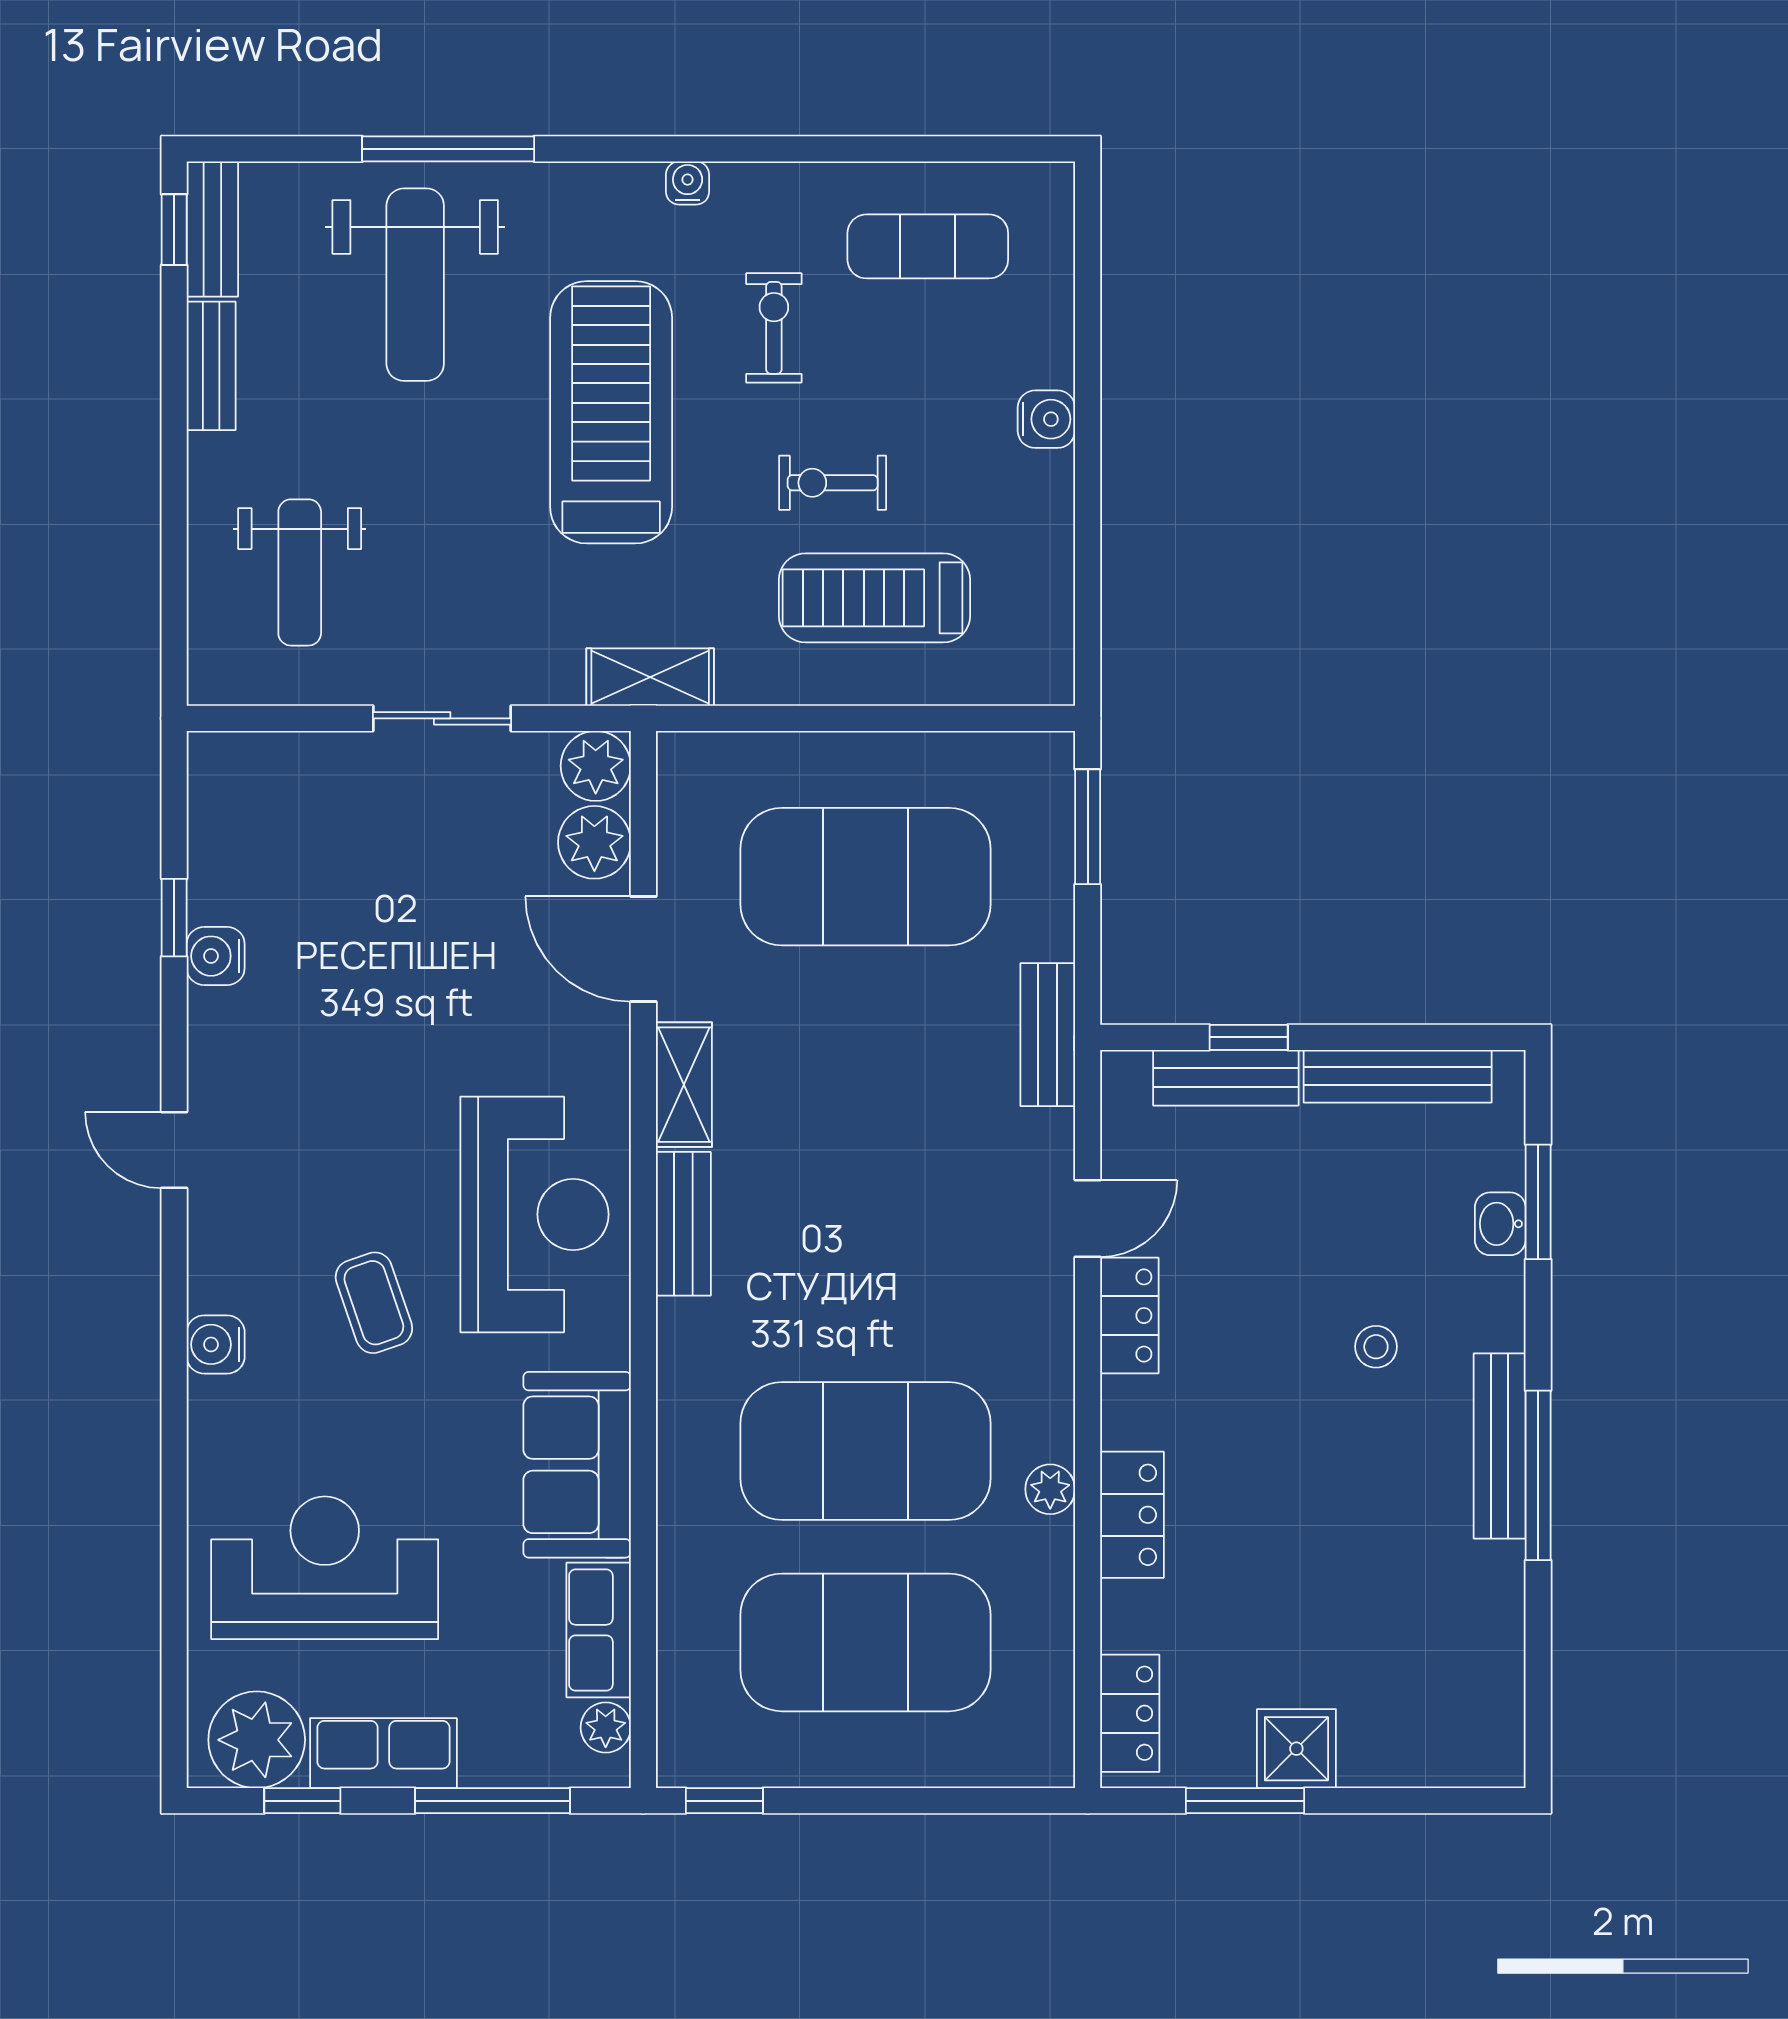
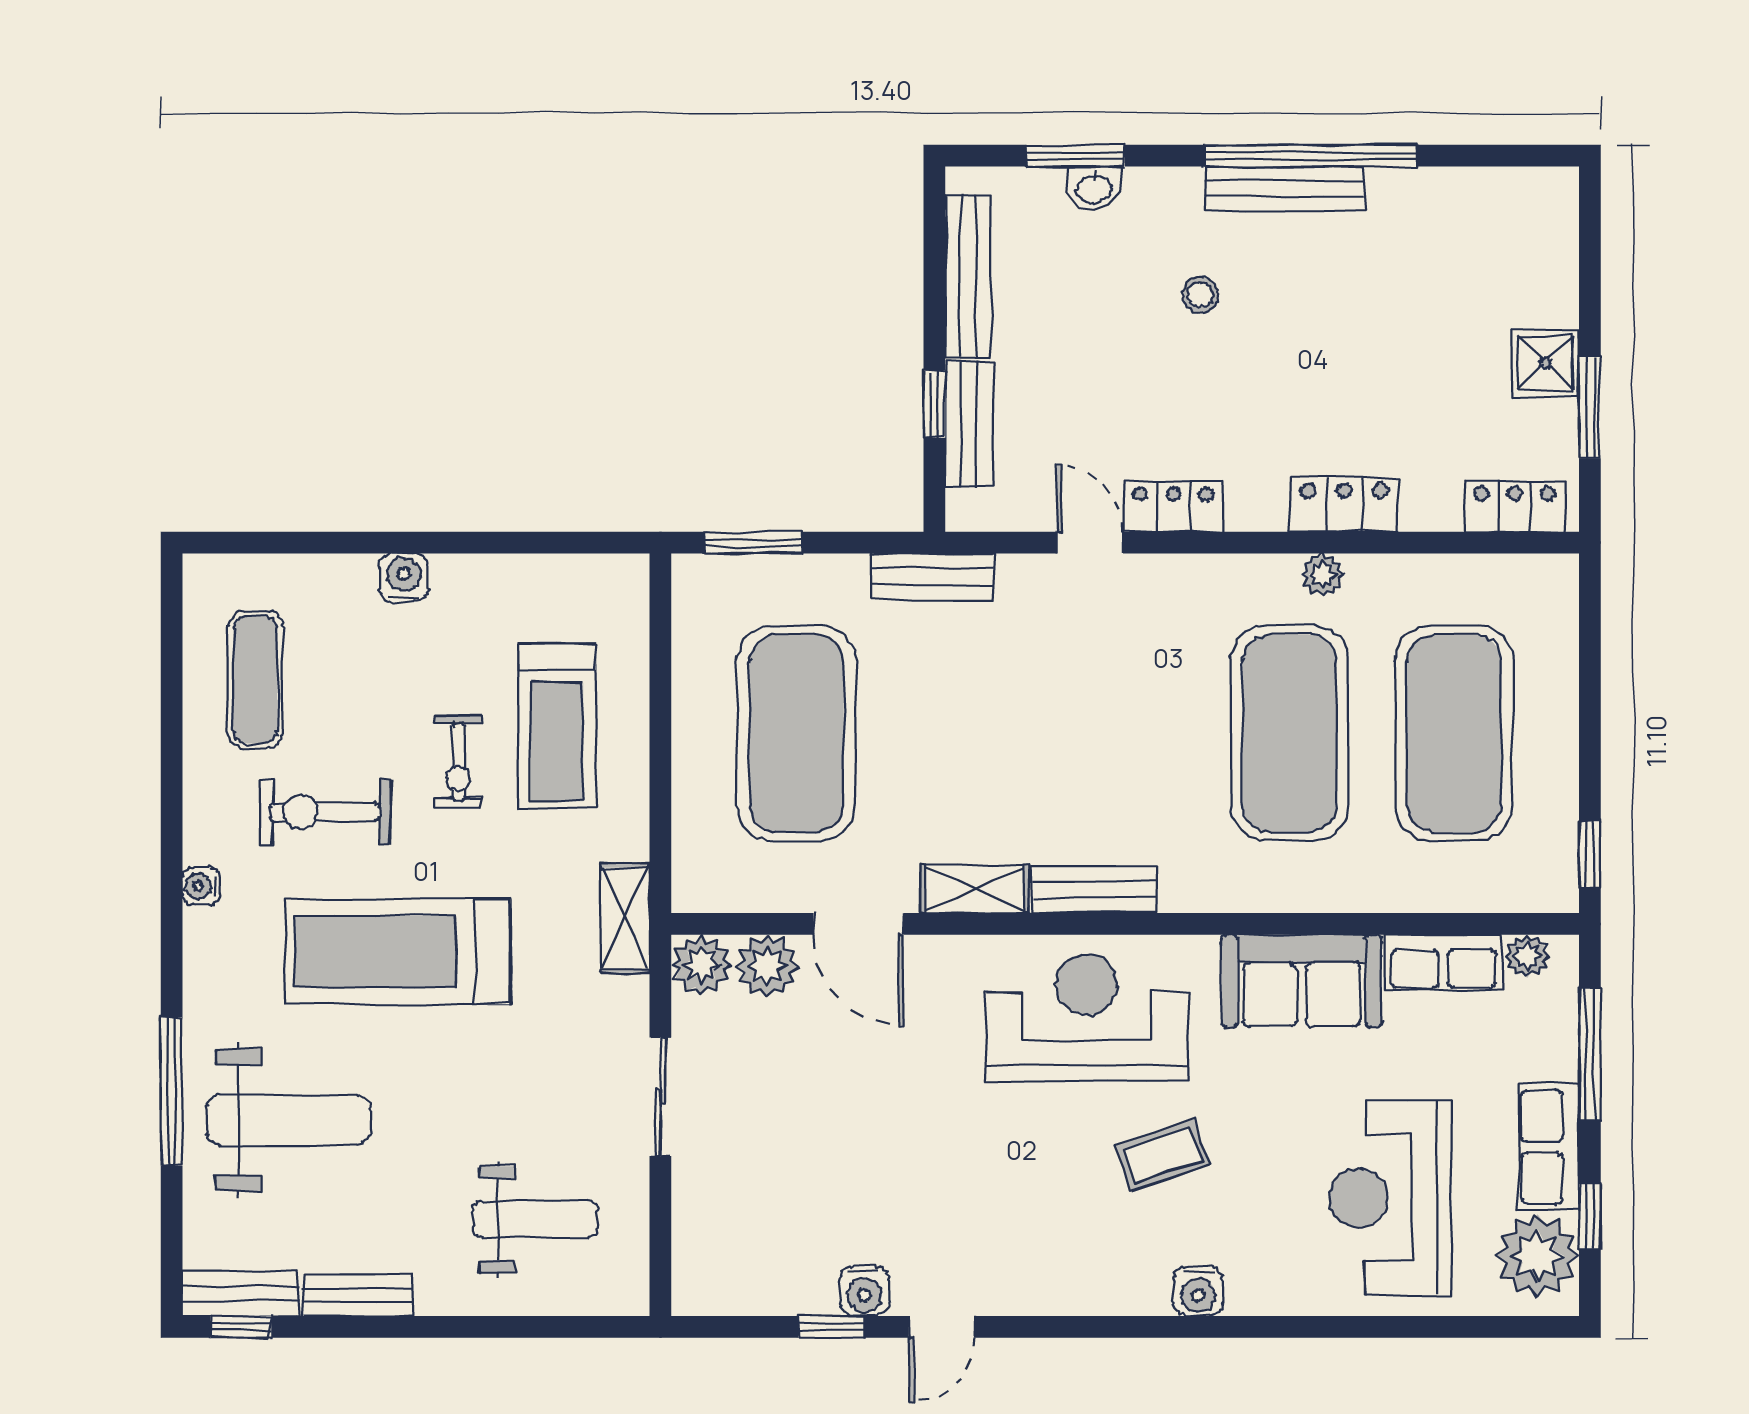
exercise bike: (774, 328) -> (325, 812), width x1.38, depth x1.39
door: (643, 949) -> (859, 924), hinge flipped
door: (174, 1150) -> (941, 1327), moved
window: (1538, 1475) -> (1311, 156), width x1.46

